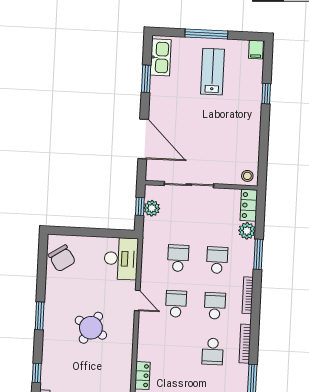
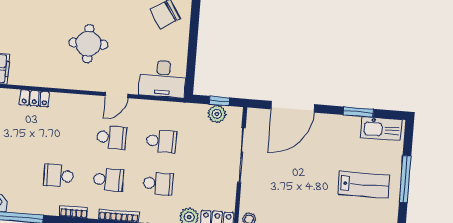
round table: (91, 328) -> (88, 44), turned -30
bookcase: (245, 344) -> (74, 212), width x0.64

